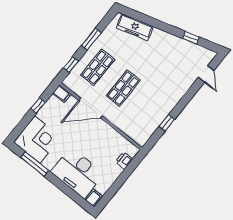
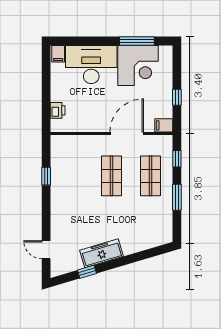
freezer: (135, 27) -> (102, 253), moved
corner desk: (37, 139) -> (138, 65), moved, turned -90

